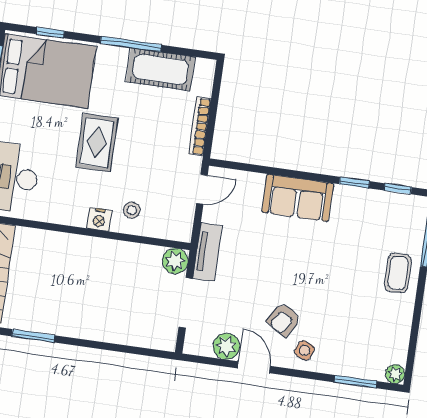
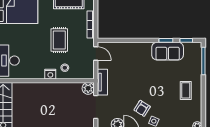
rug: (97, 143) -> (59, 40), moved
door: (202, 189) -> (96, 53), hinge flipped
sofa: (298, 198) -> (168, 51), moved
coffee table: (398, 273) -> (186, 90), moved

